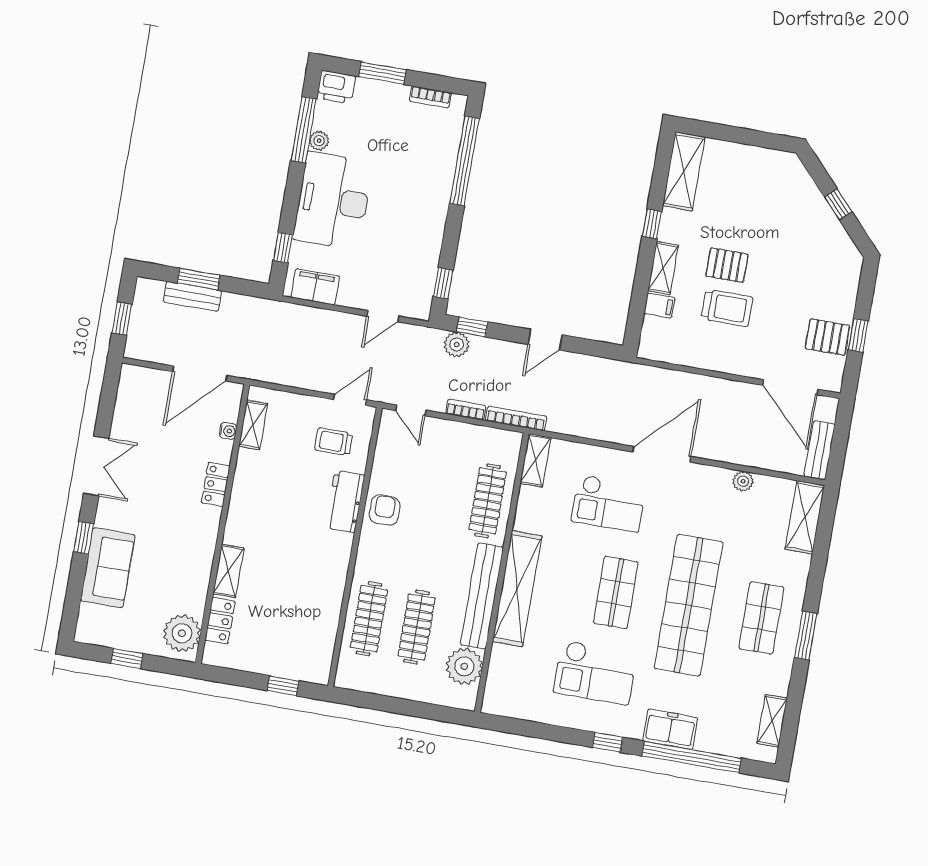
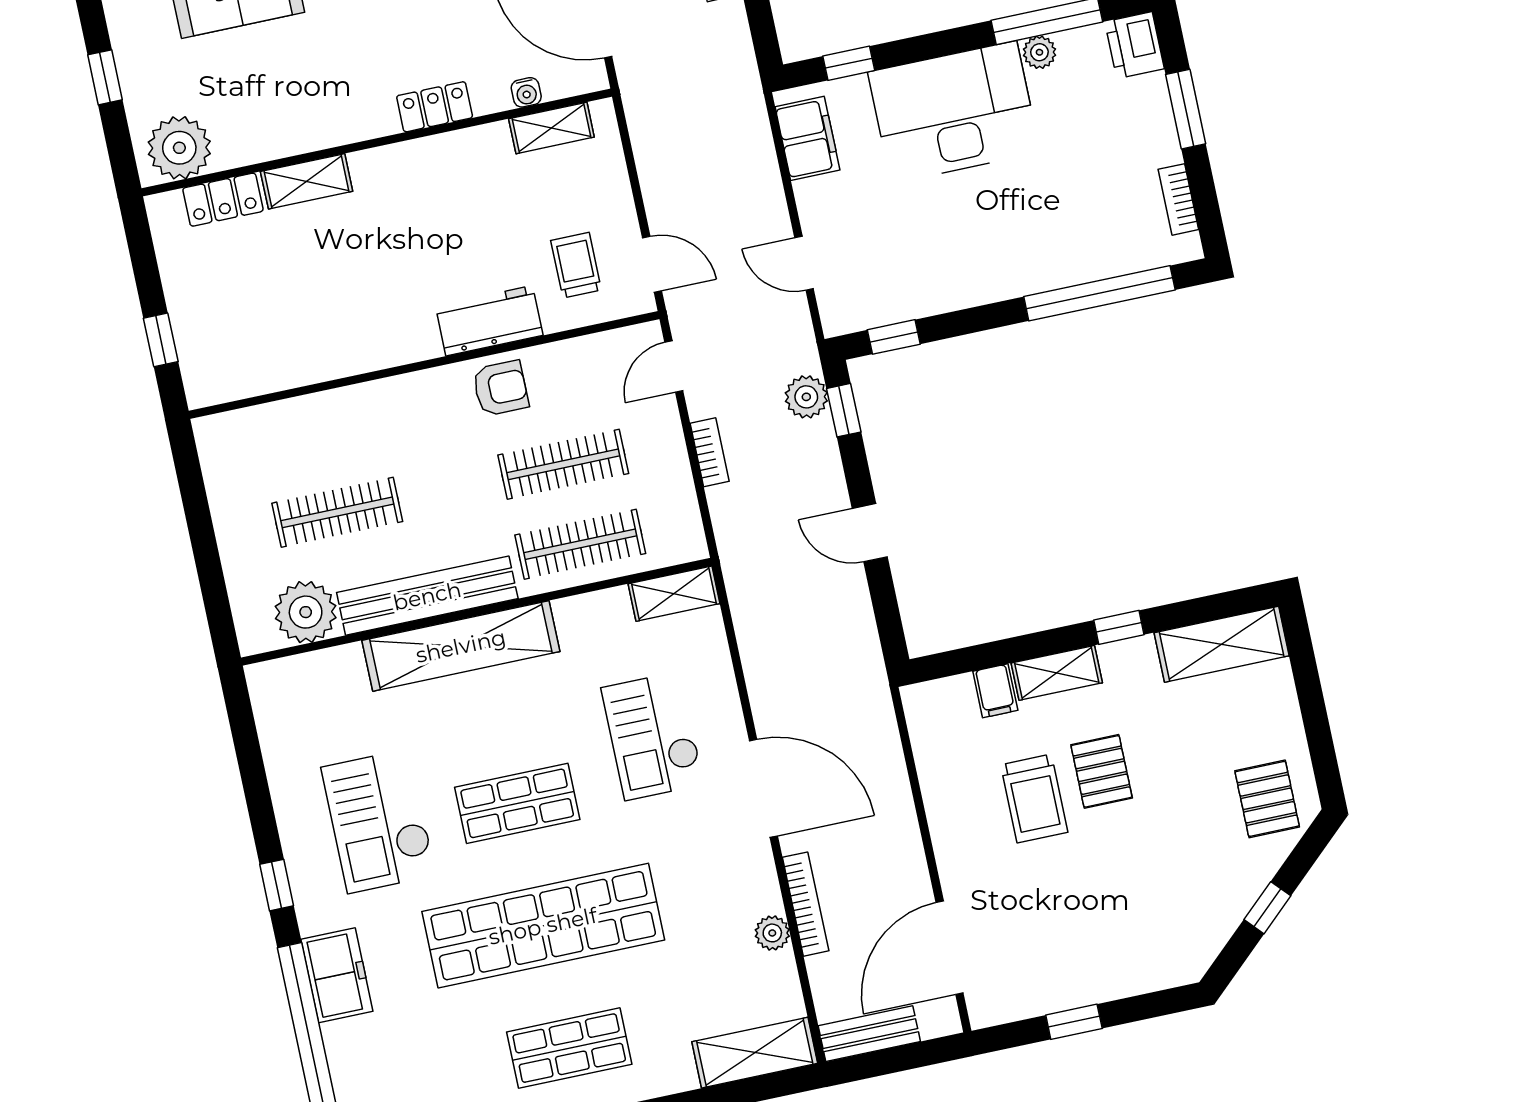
pallet: (827, 337) -> (1267, 799), moved
bookcase: (516, 418) -> (806, 904), moved
clothes rail: (369, 619) -> (563, 464), moved

